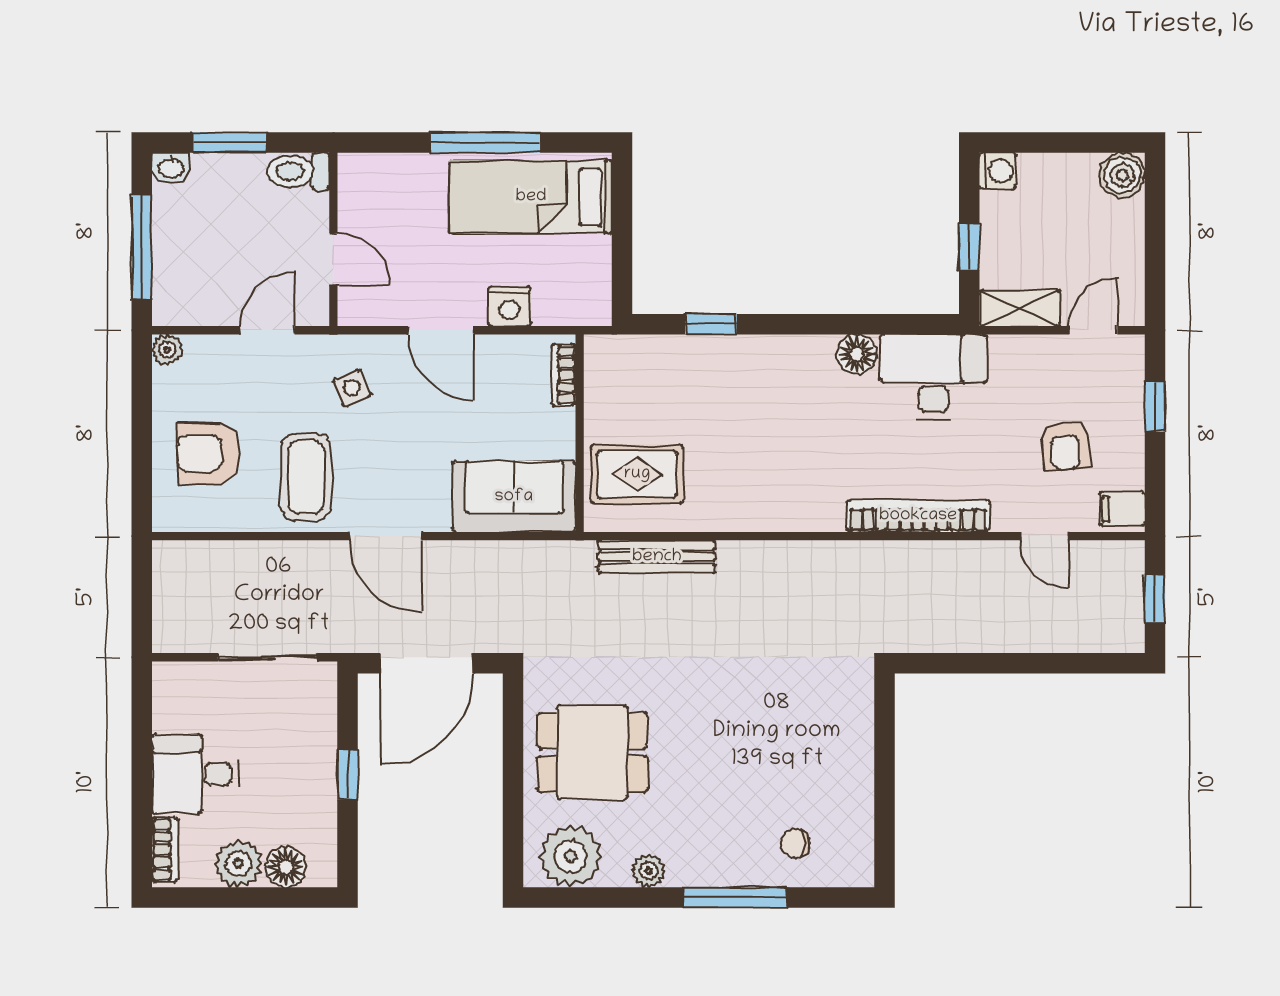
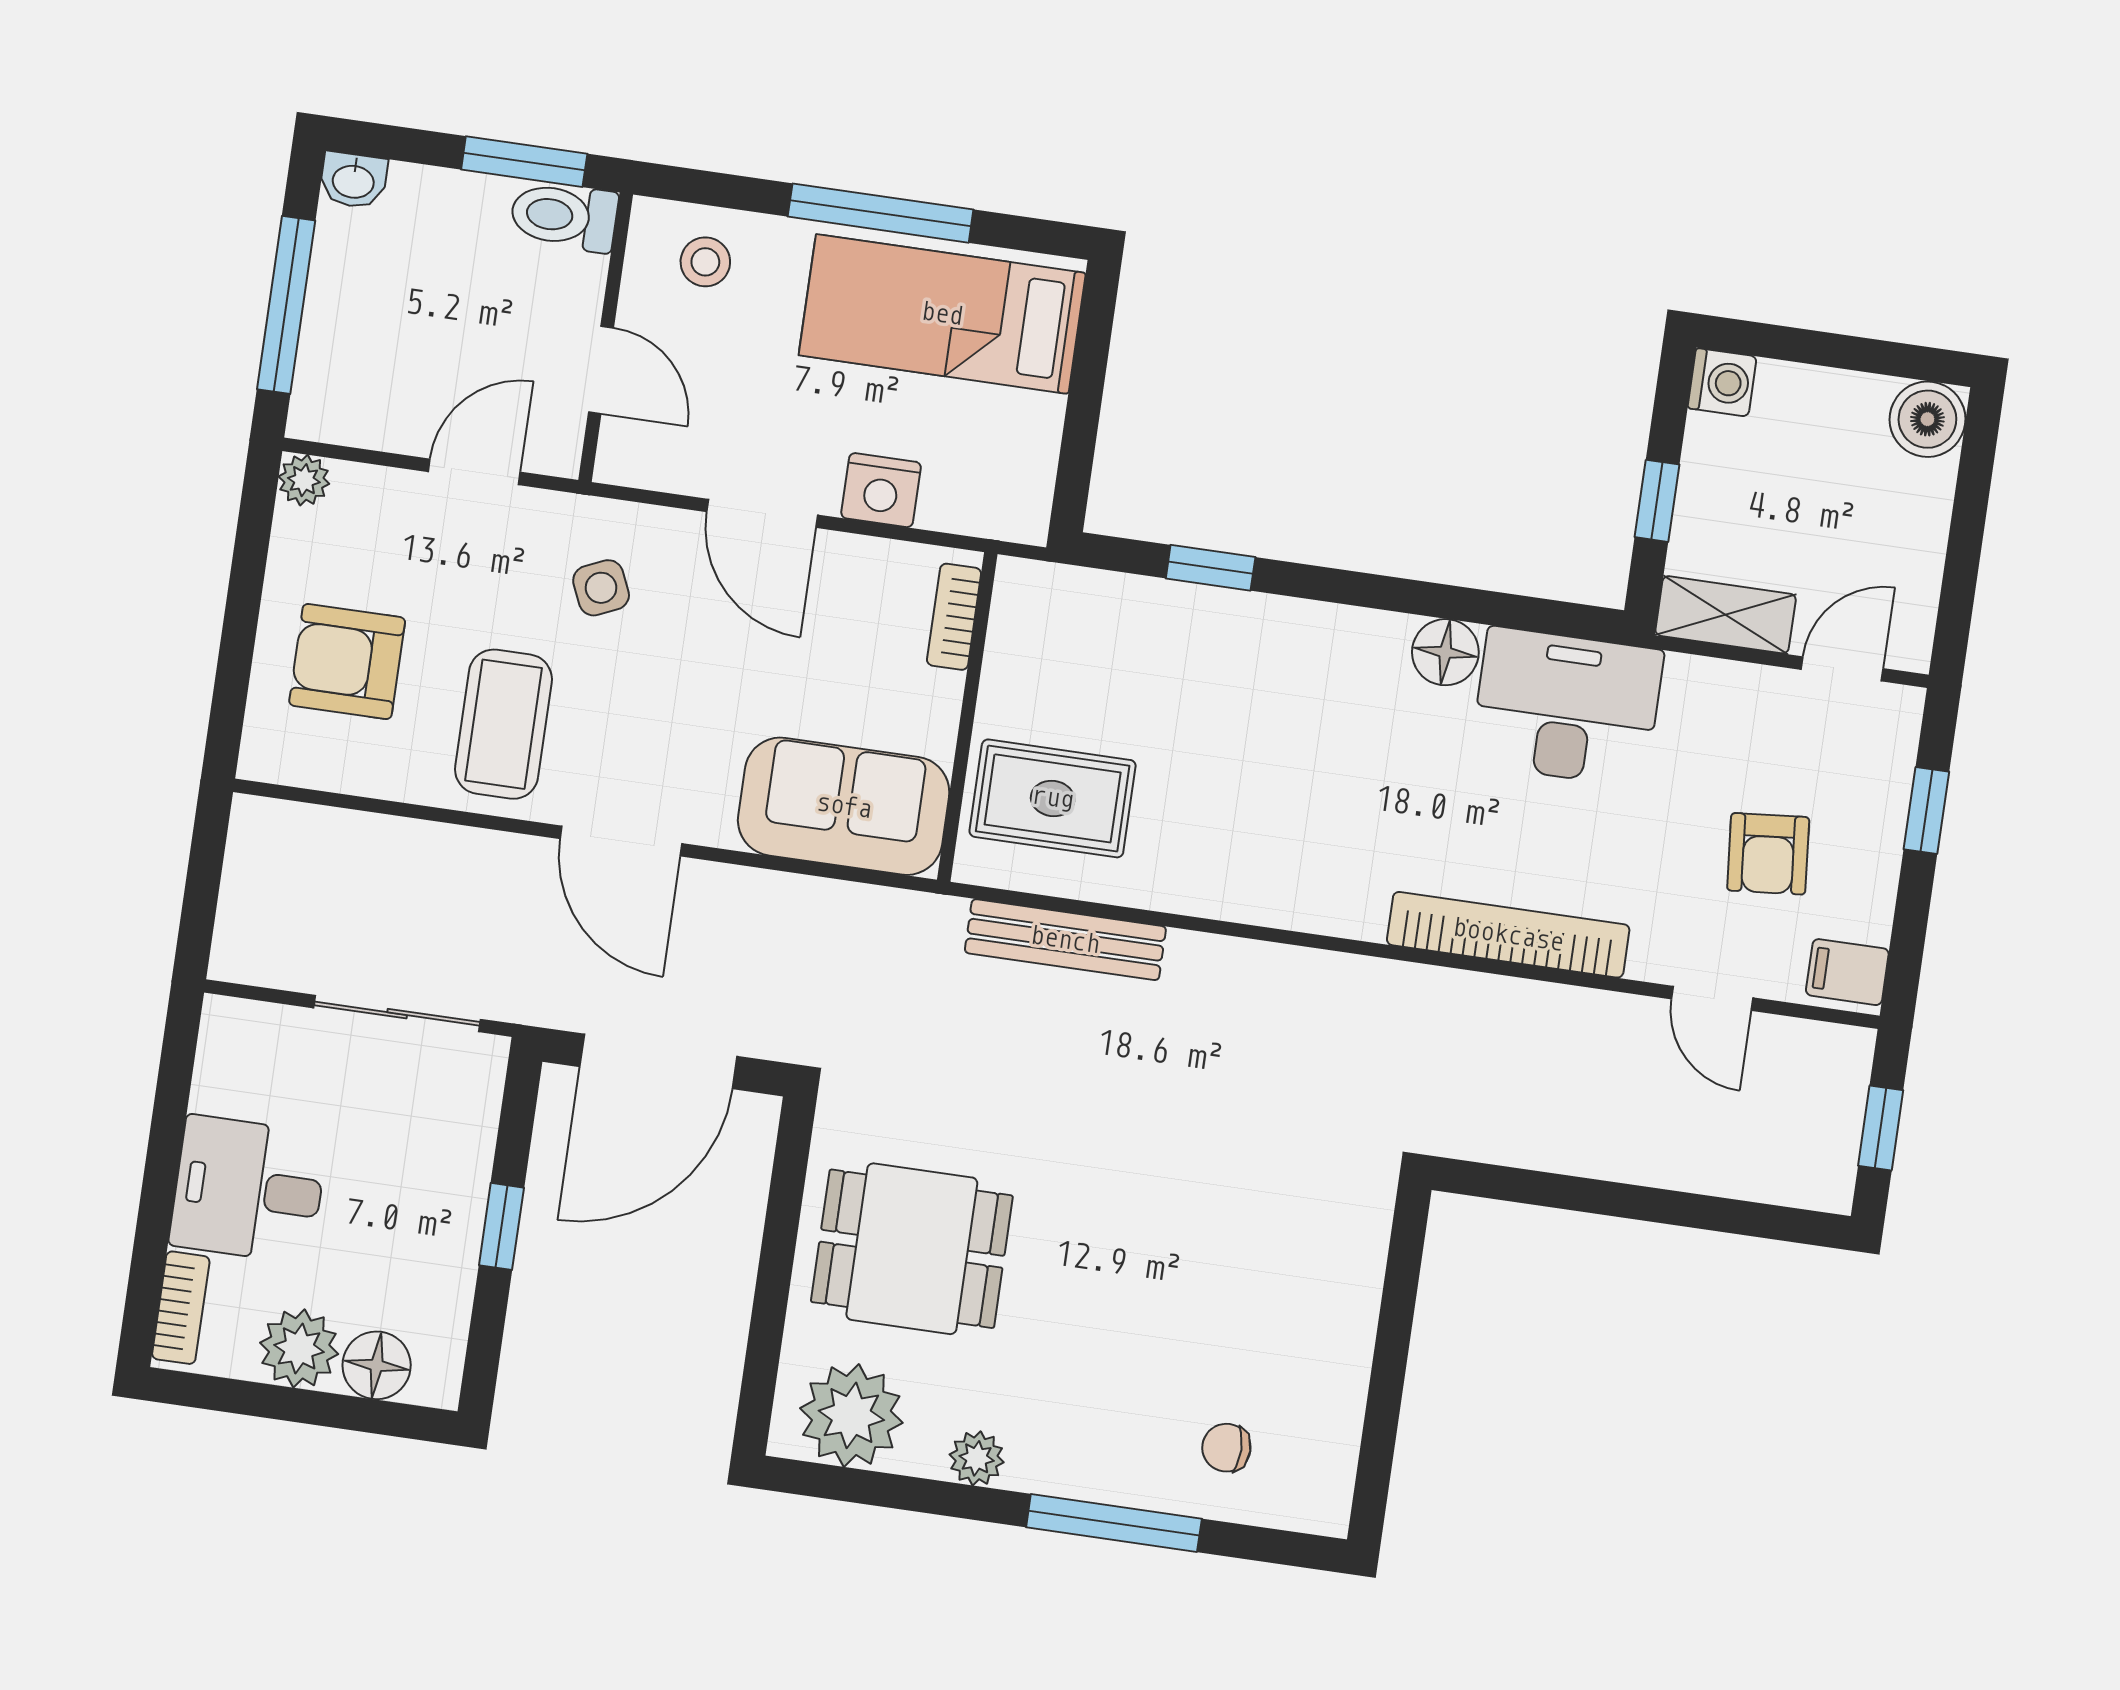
window: (230, 143) -> (524, 162), moved
stool: (386, 186) -> (705, 262), added

